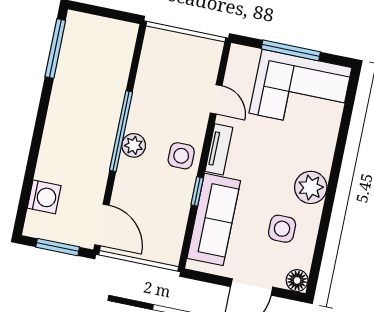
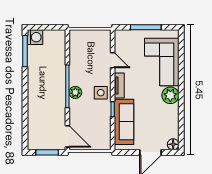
corner sofa: (300, 90) -> (162, 62), moved, turned 90
washing machine: (44, 197) -> (35, 37), moved
side table: (282, 229) -> (160, 119), removed

